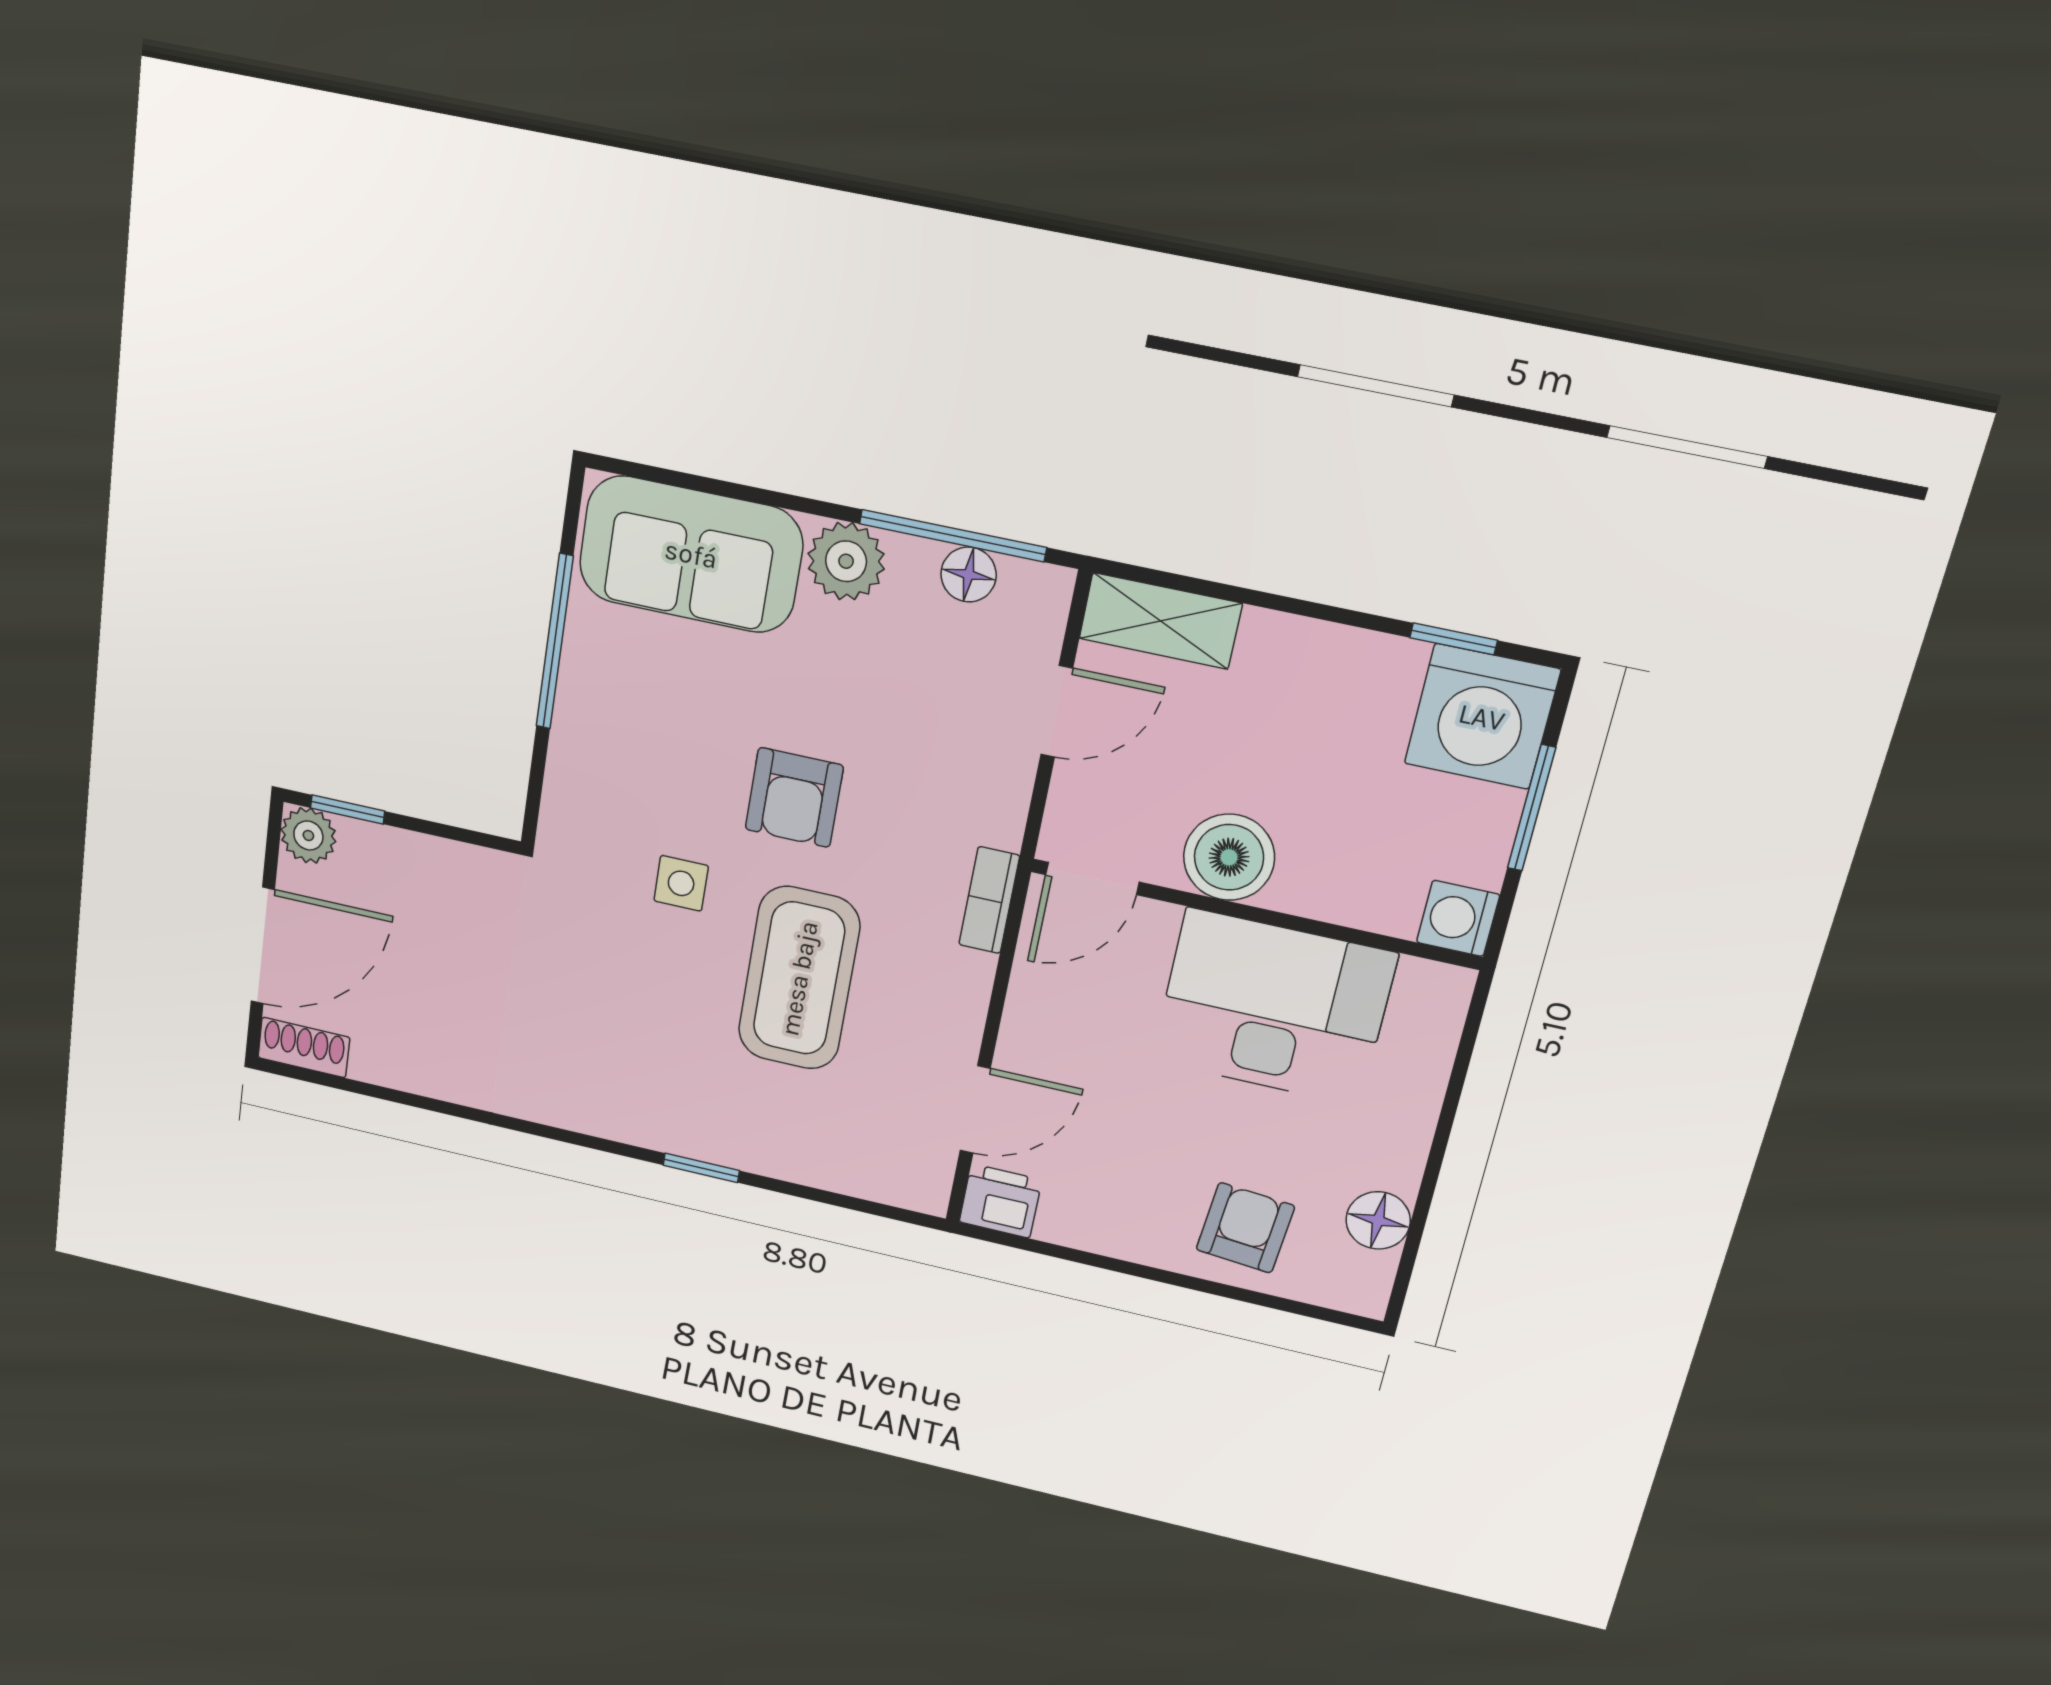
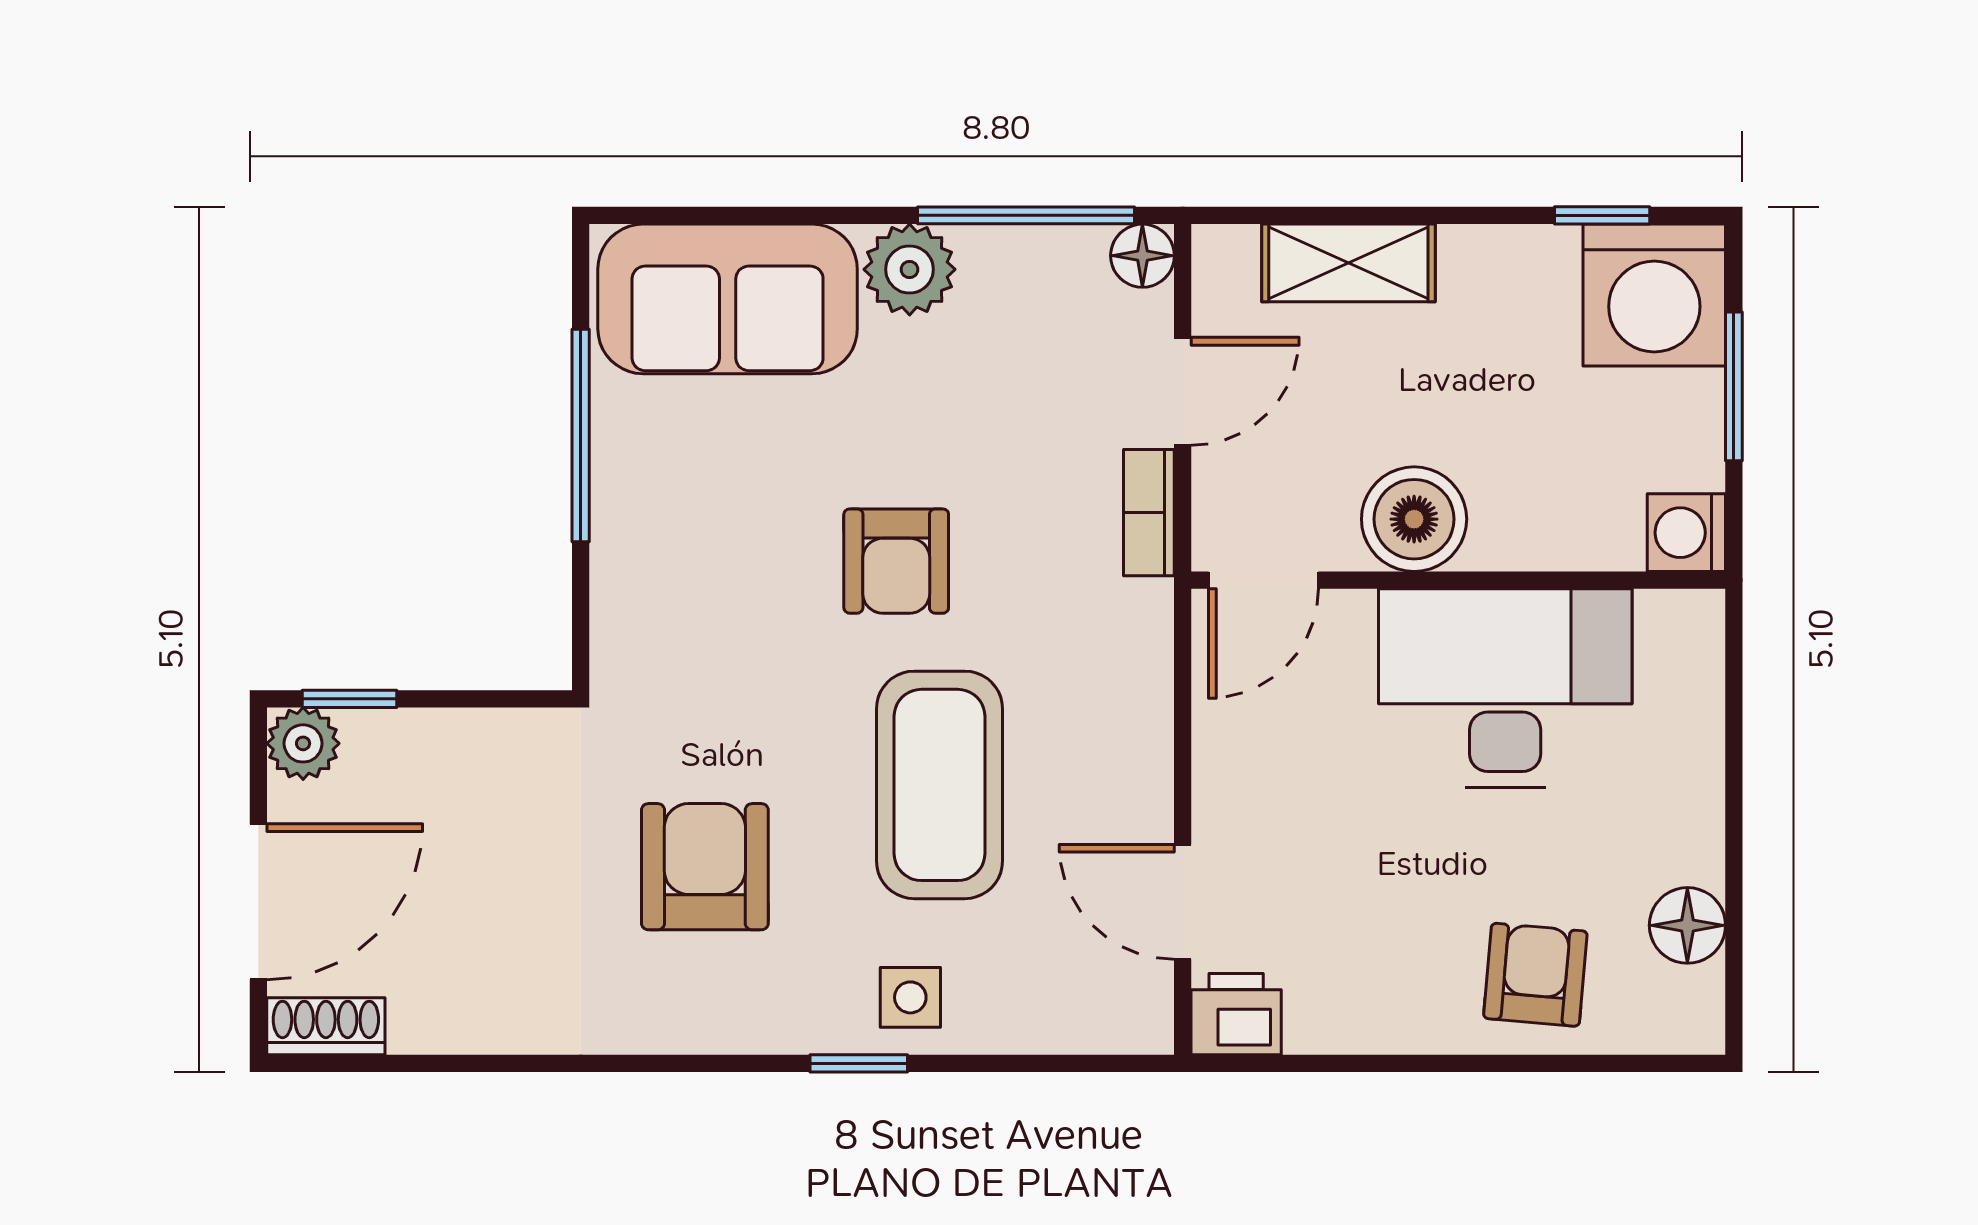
floor lamp: (969, 575) -> (1142, 256), moved
shelving: (1160, 621) -> (1348, 263), moved
side table: (681, 883) -> (910, 997), moved
bookcase: (989, 900) -> (1149, 513), moved
armchair: (605, 998) -> (705, 867), added
door: (975, 1109) -> (1183, 902), swing flipped

